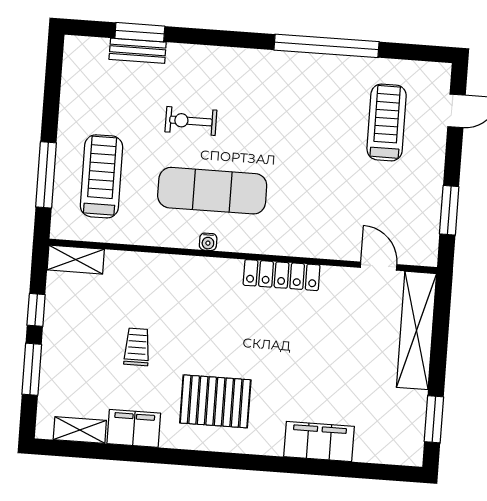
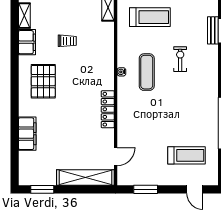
exercise mat: (212, 191) -> (147, 72), width x0.73, depth x0.69

